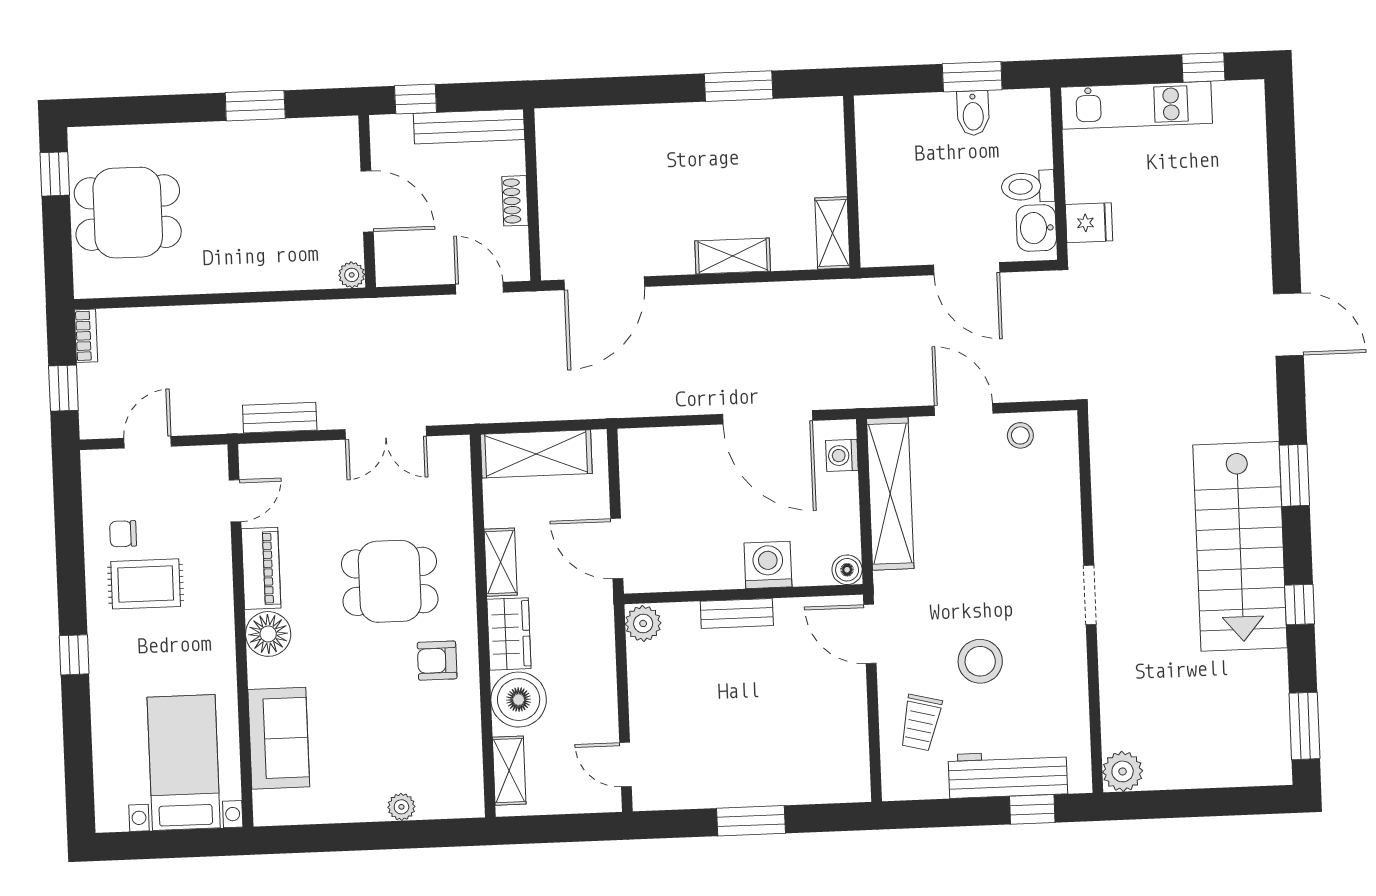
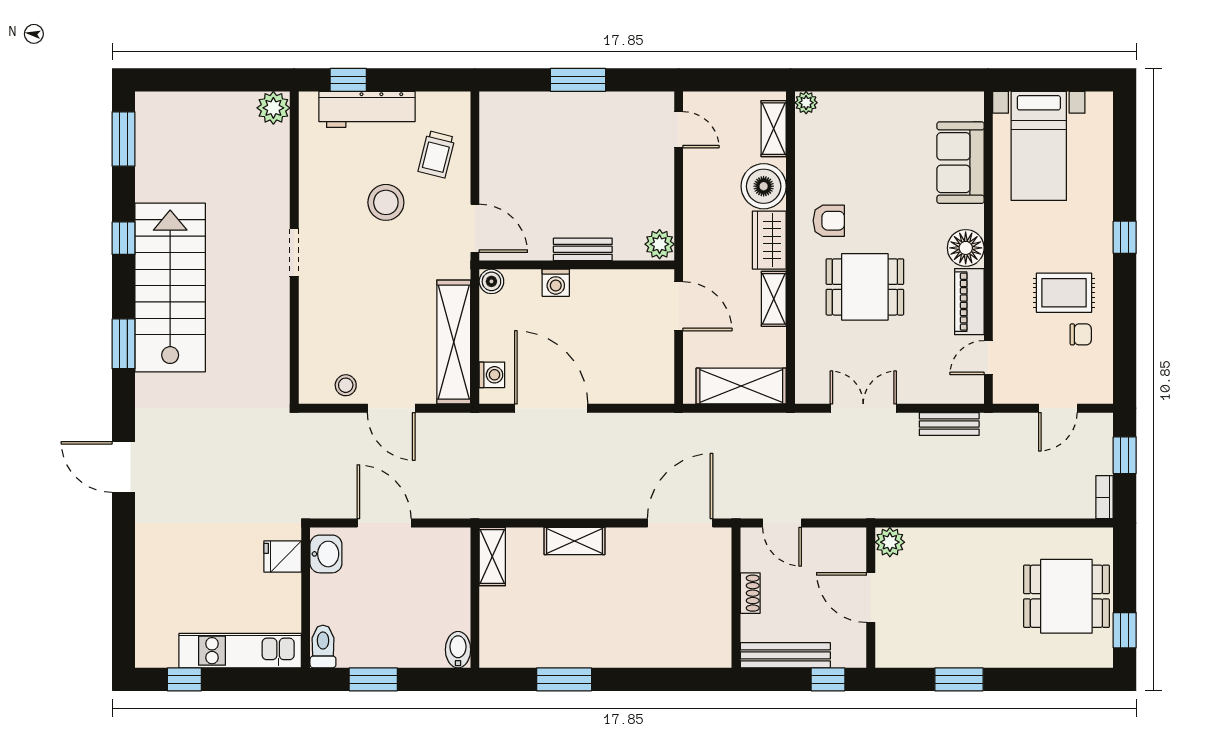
bidet: (973, 113) -> (458, 650), moved
toilet: (1028, 186) -> (323, 647), moved, turned -90
plant: (352, 275) -> (890, 542), width x1.38, depth x1.38
washing machine: (768, 565) -> (556, 283), width x0.73, depth x0.73
trolley: (921, 723) -> (437, 154), turned 180
plant: (401, 807) -> (806, 103), moved

